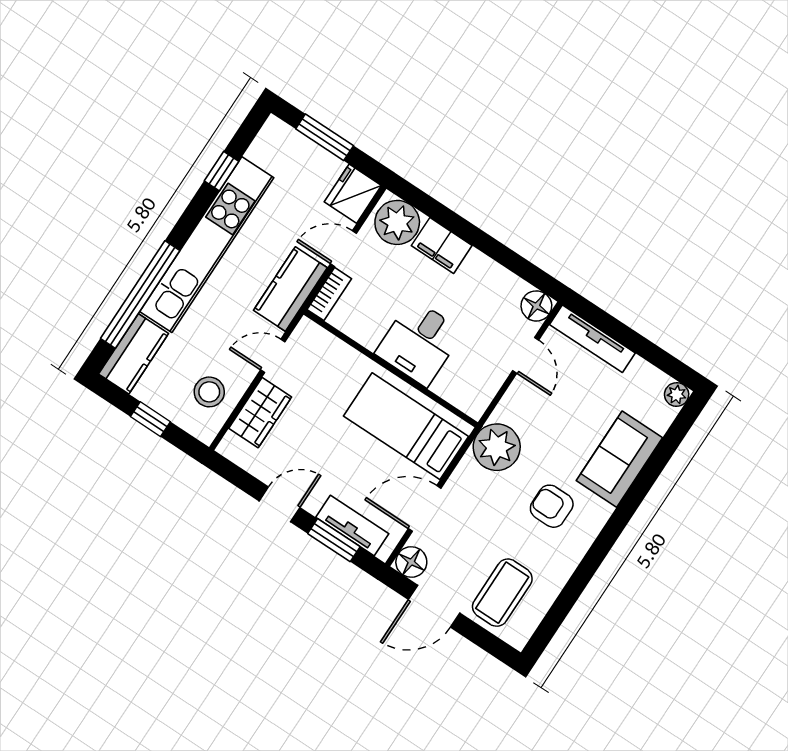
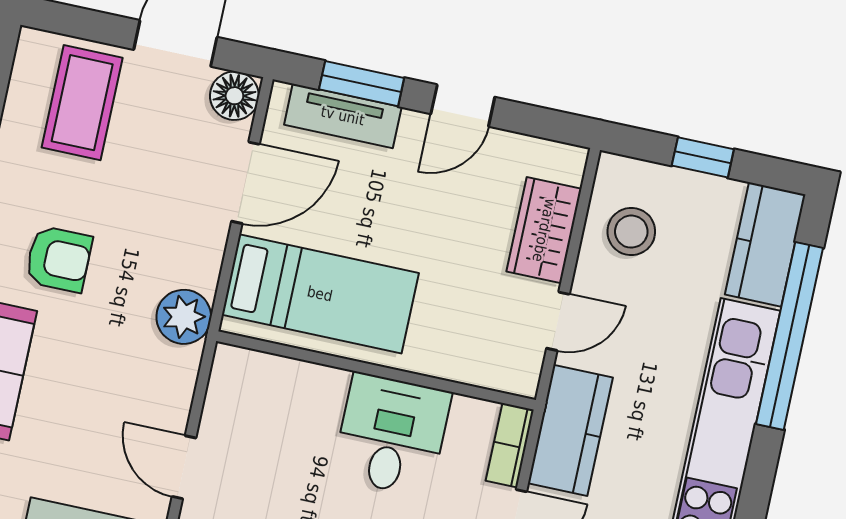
desk: (419, 342) -> (392, 435), moved
plant: (497, 447) -> (184, 317), width x0.73, depth x0.73

